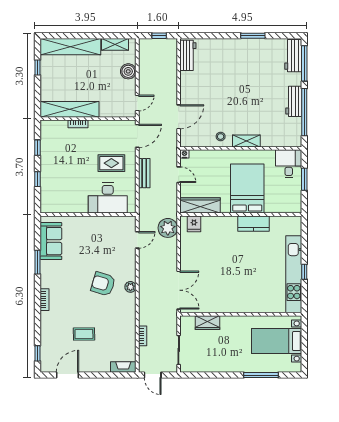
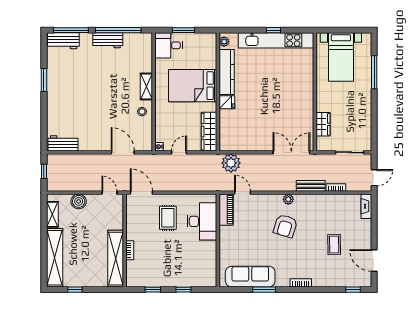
bench: (144, 173) -> (311, 186), moved
plant: (293, 221) -> (224, 42), added
piano: (120, 223) -> (226, 210), added
fridge: (194, 224) -> (227, 102), moved
kitchen counter: (253, 224) -> (227, 72), width x1.50
sofa: (51, 241) -> (250, 277), width x1.36

